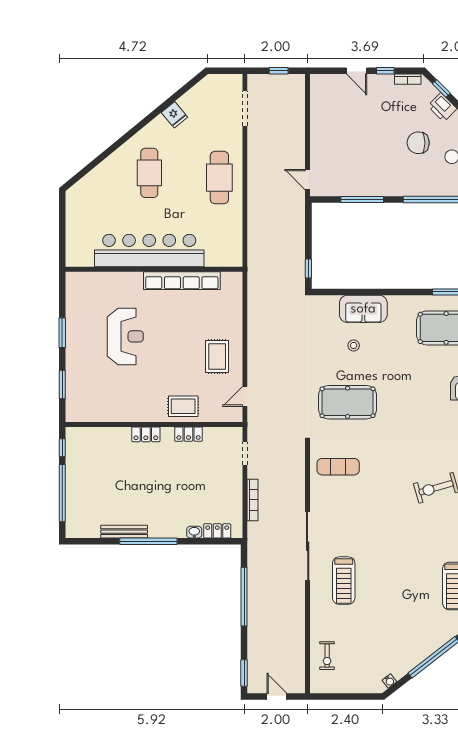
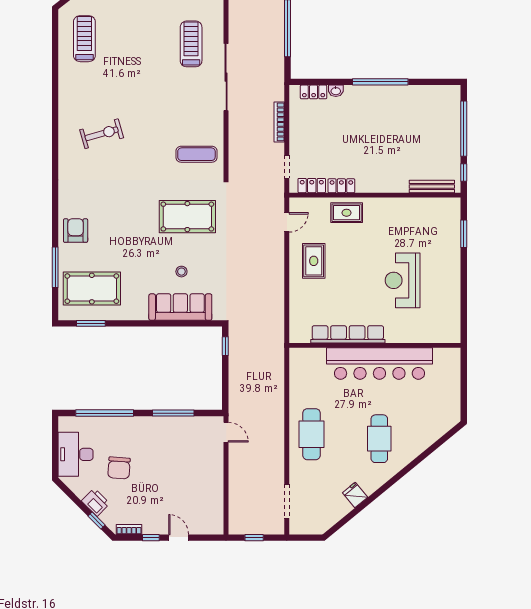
chair: (418, 143) -> (119, 468), turned 94
sofa: (363, 309) -> (180, 307), width x1.36
window: (62, 333) -> (464, 284), removed
locker: (146, 434) -> (312, 186), moved
bench: (124, 532) -> (432, 187), moved

